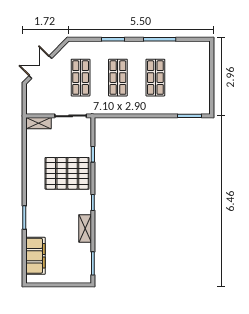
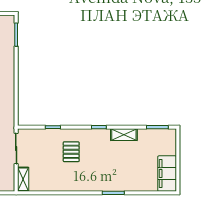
pallet: (67, 173) -> (71, 152), width x0.49, depth x0.50
filing cabinet: (35, 256) -> (167, 174), moved, turned -90

